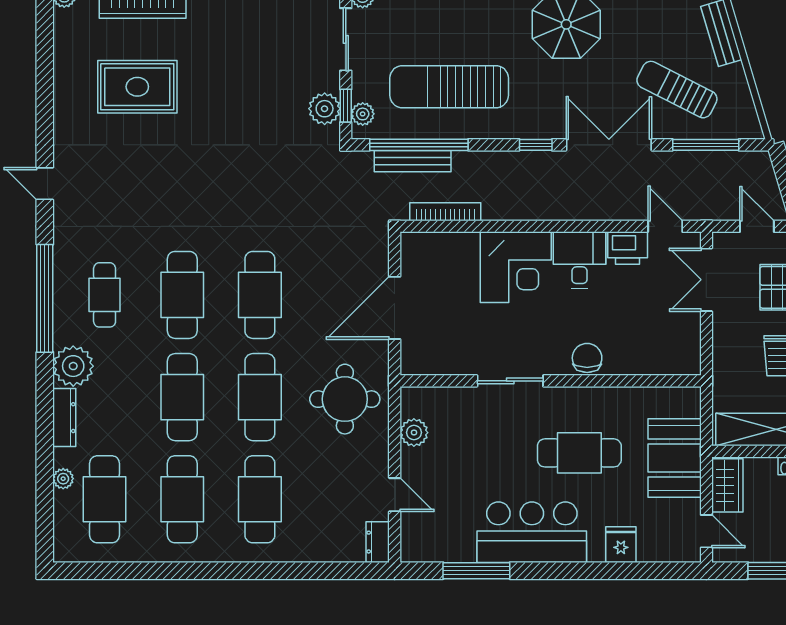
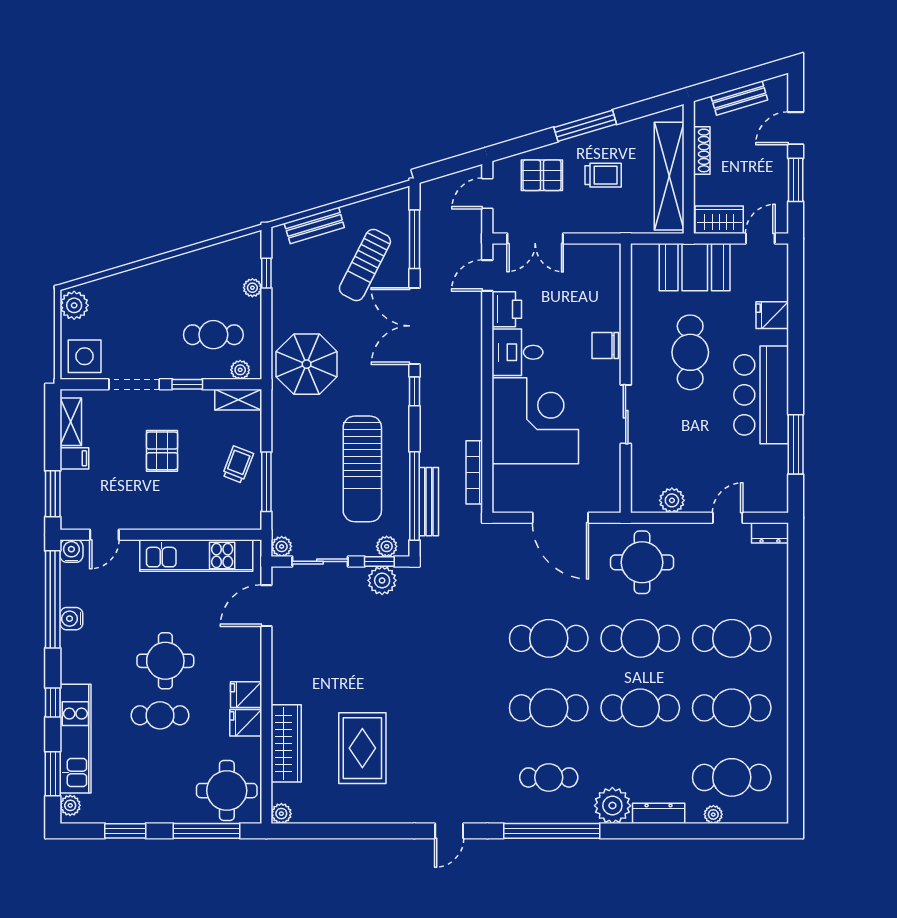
corner desk: (516, 267) -> (535, 421), width x1.36, depth x1.36

